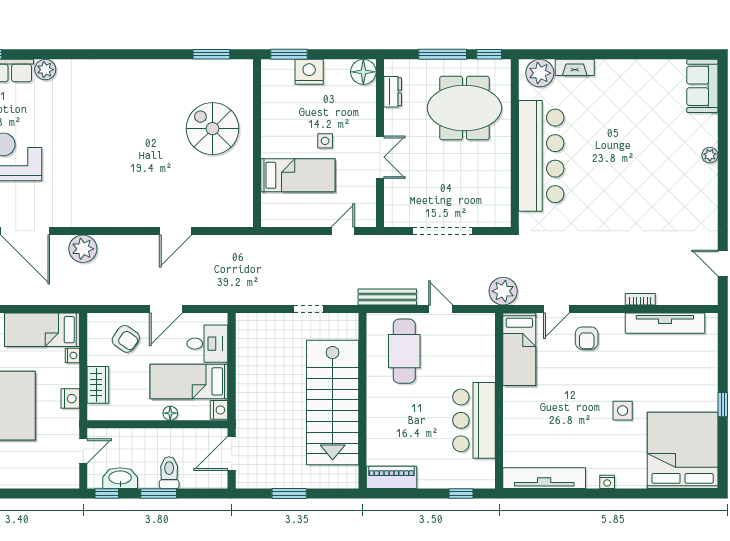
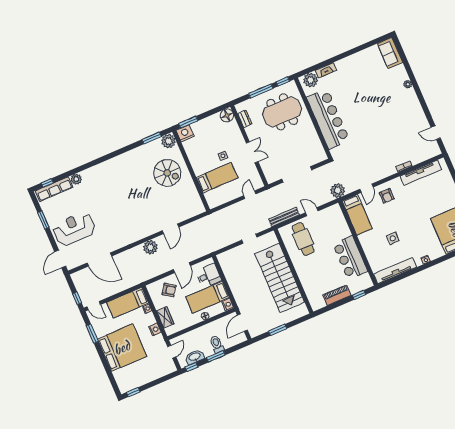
nightstand: (309, 72) -> (185, 133), moved
plant: (239, 73) -> (169, 141), added
spiral stairs: (213, 129) -> (167, 173), turned 180
plant: (83, 249) -> (150, 247), moved
side table: (623, 411) -> (393, 238), moved
piano: (391, 477) -> (337, 295), moved

